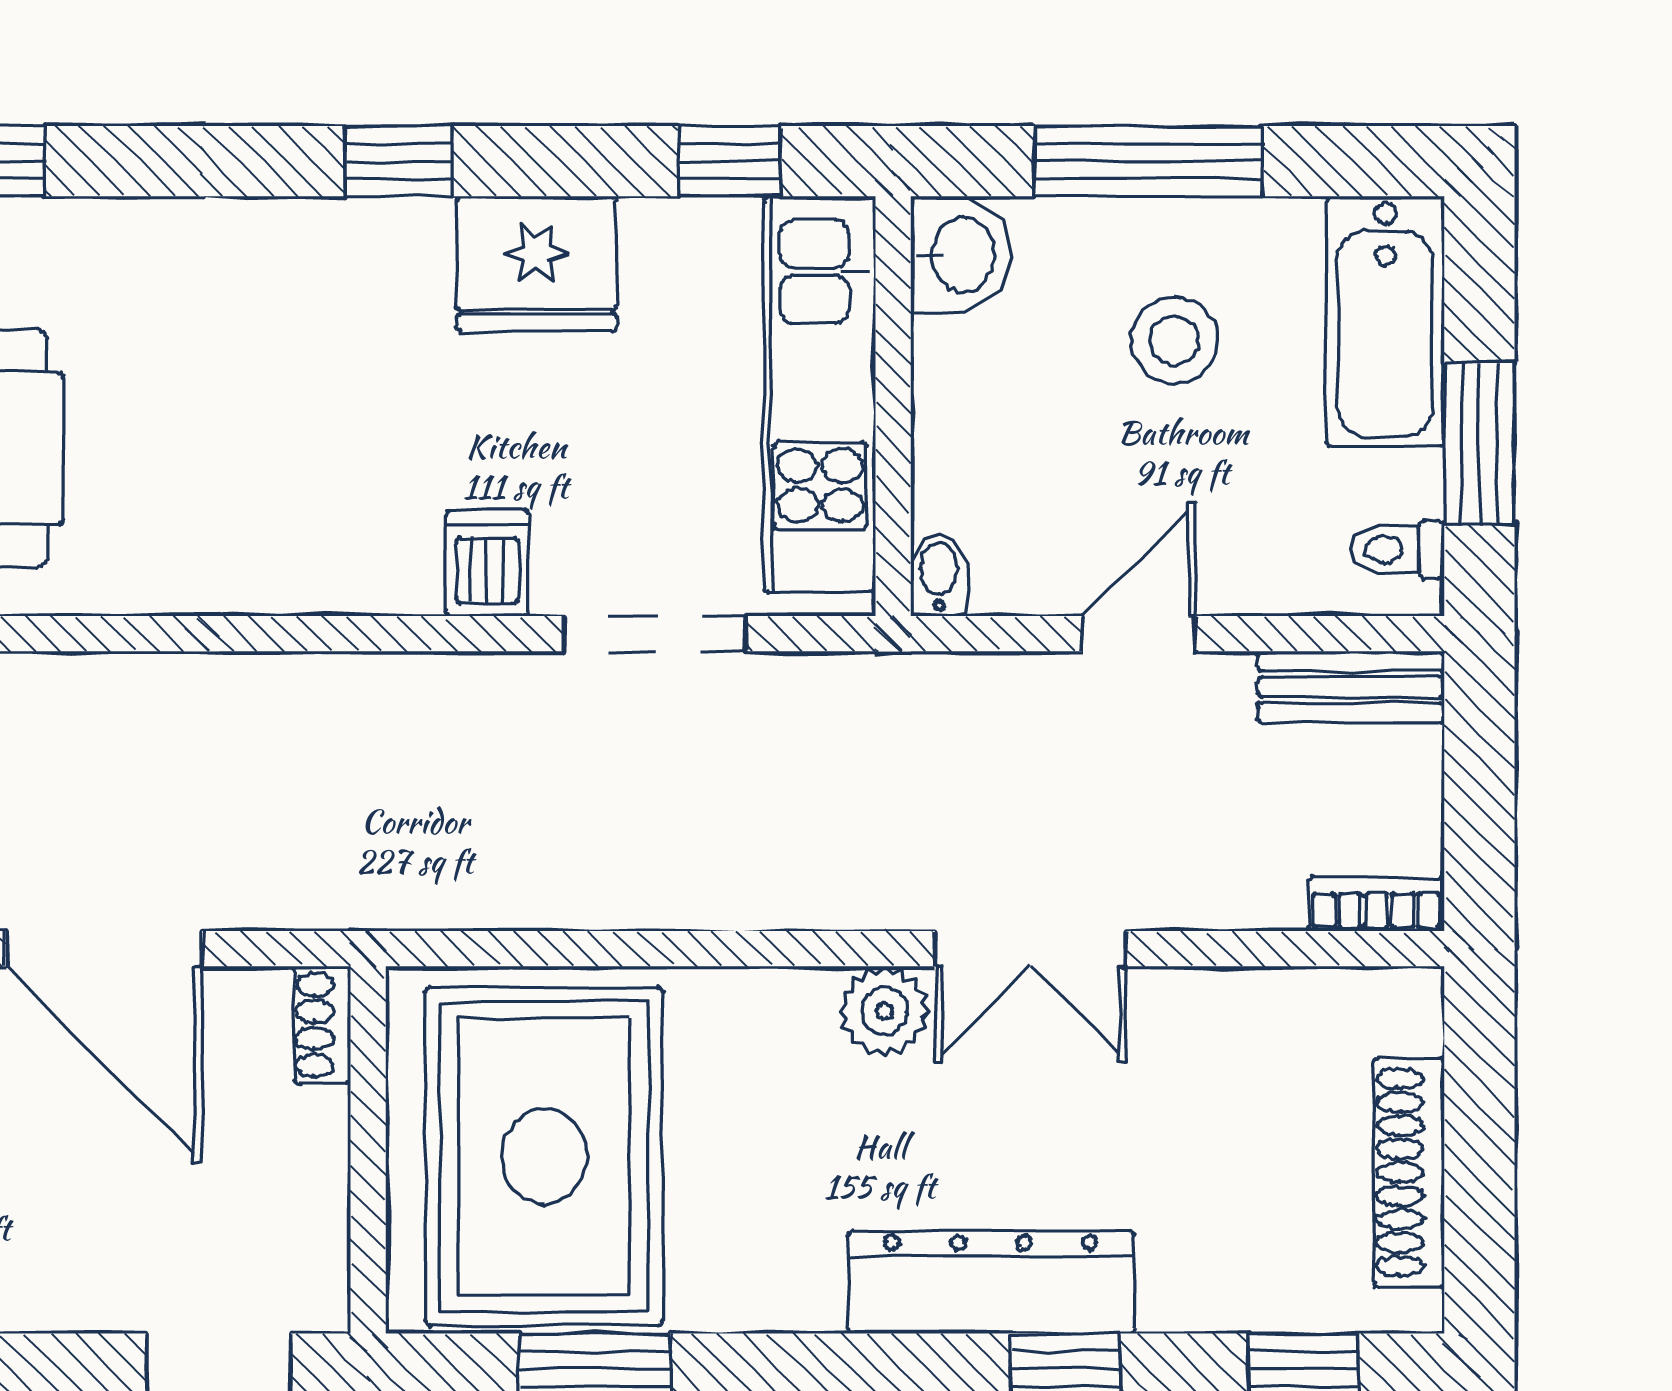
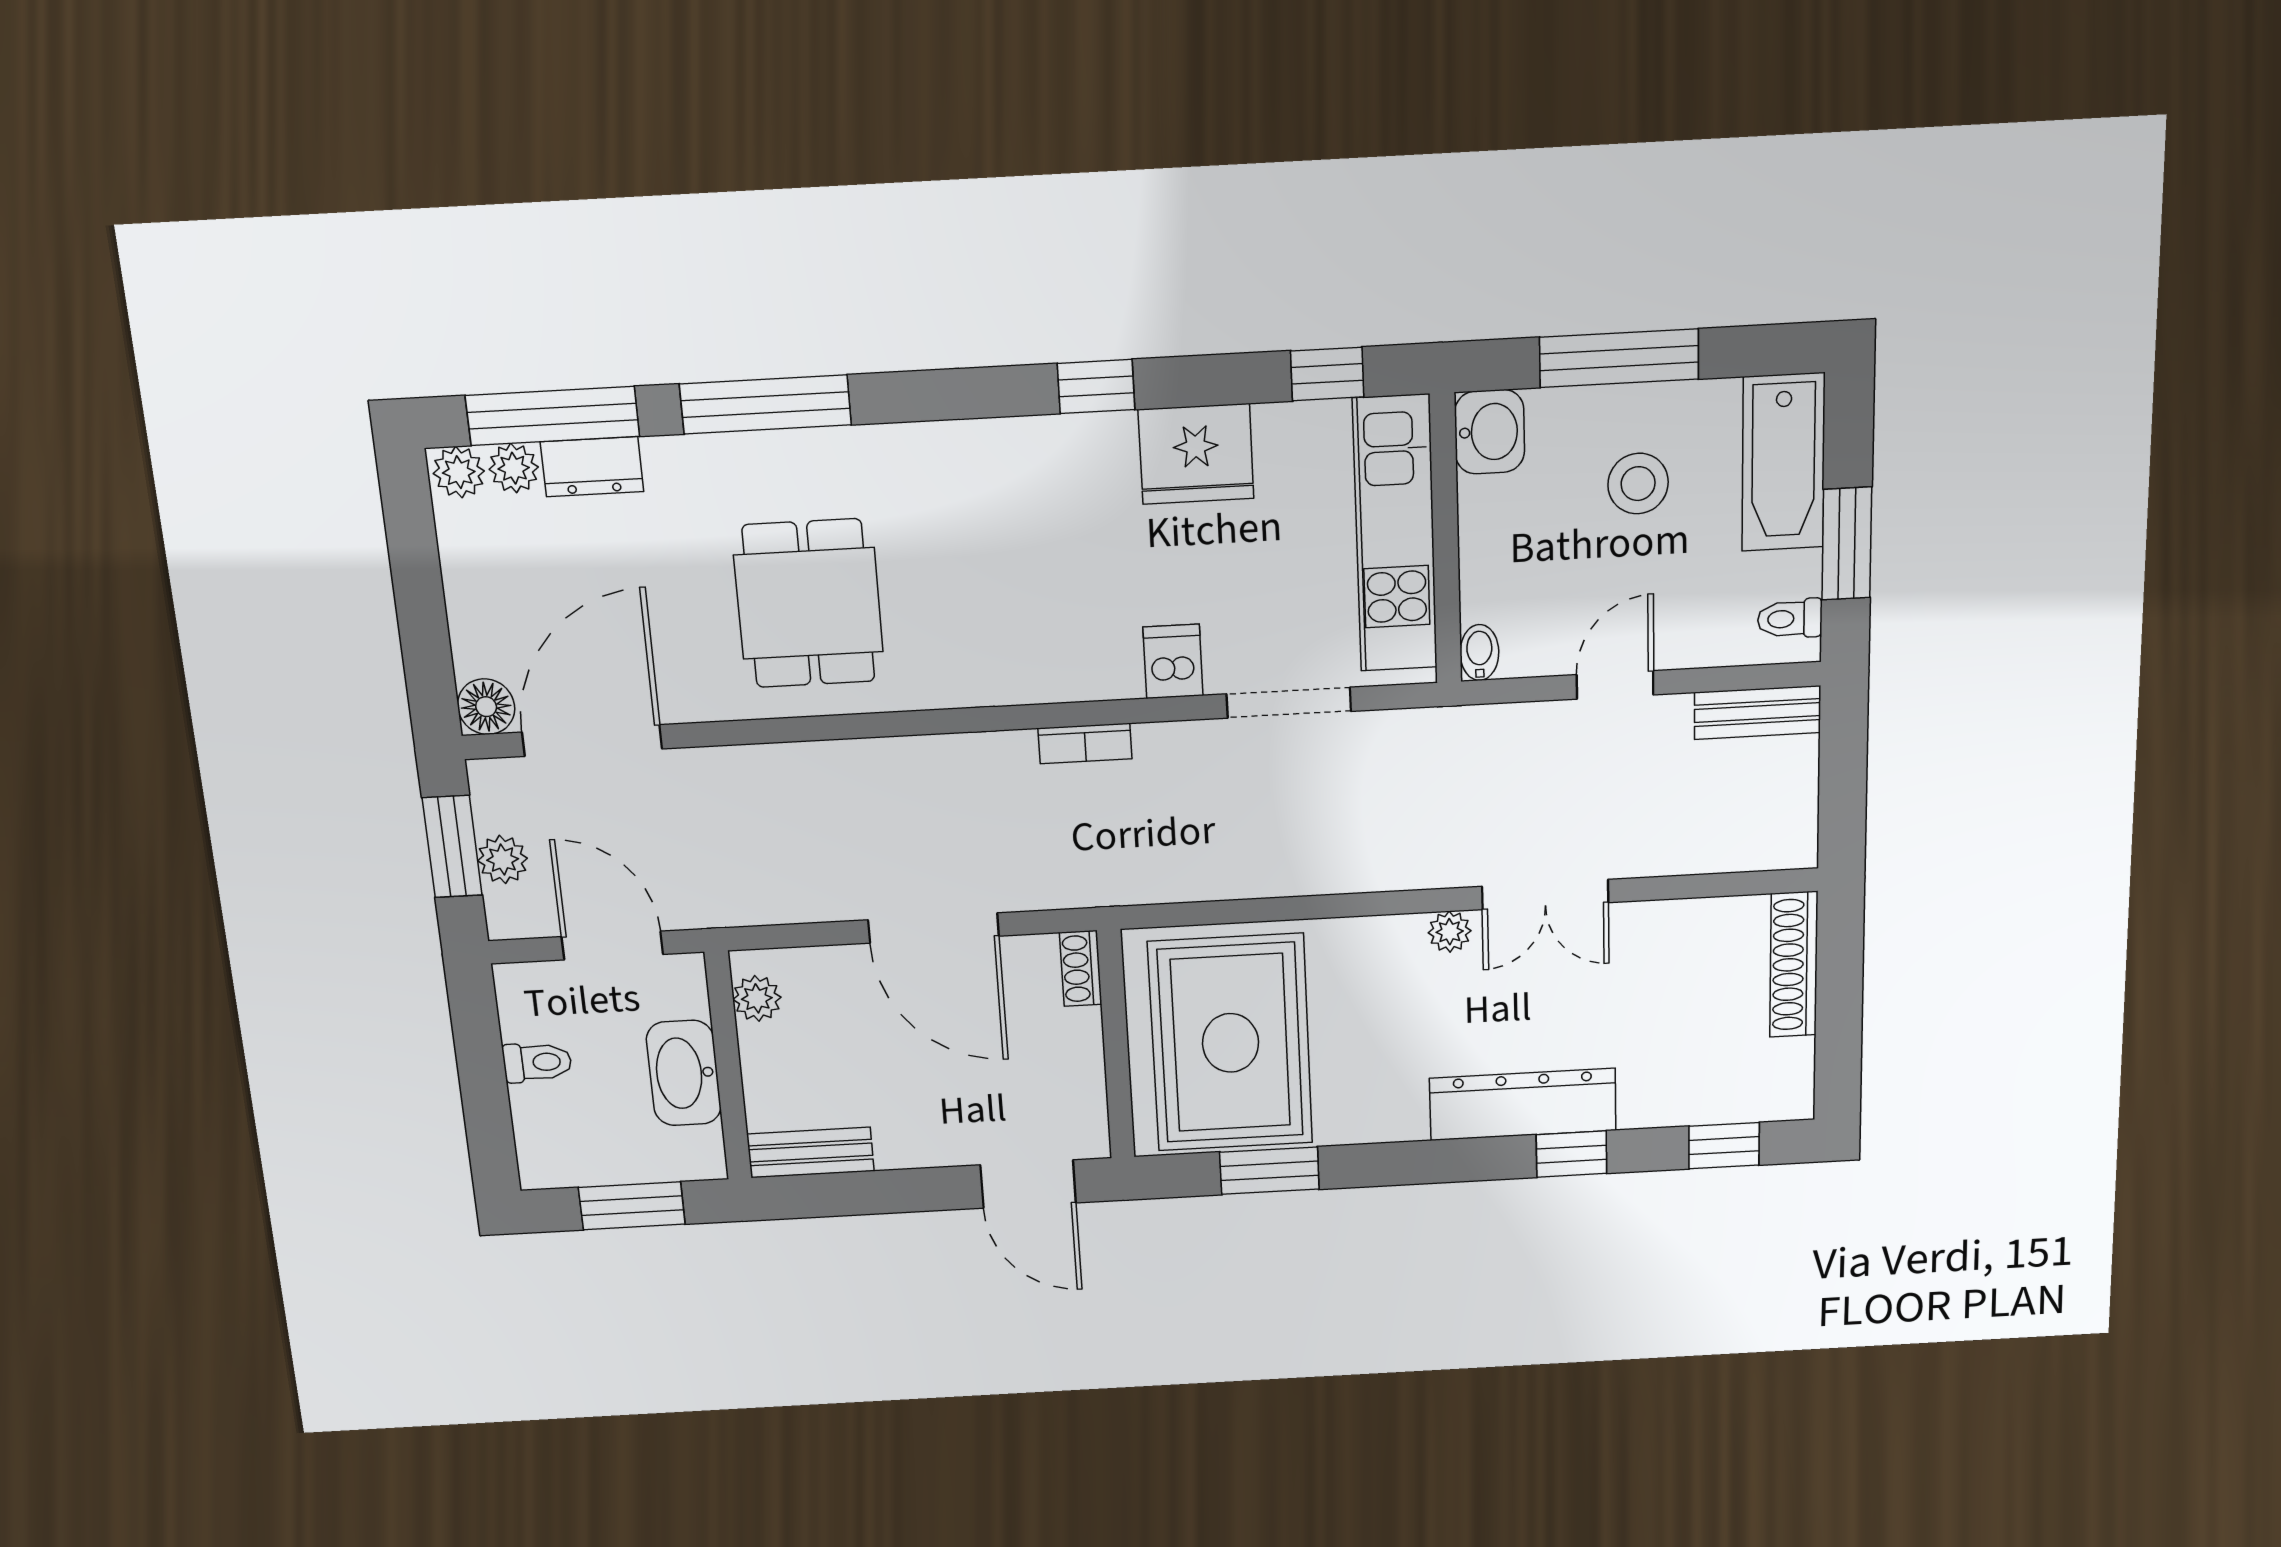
bookcase: (1376, 904) -> (1085, 743), moved, turned 180
plant: (885, 1011) -> (1450, 932), width x0.73, depth x0.73
shoe rack: (1409, 1172) -> (1794, 965), moved

